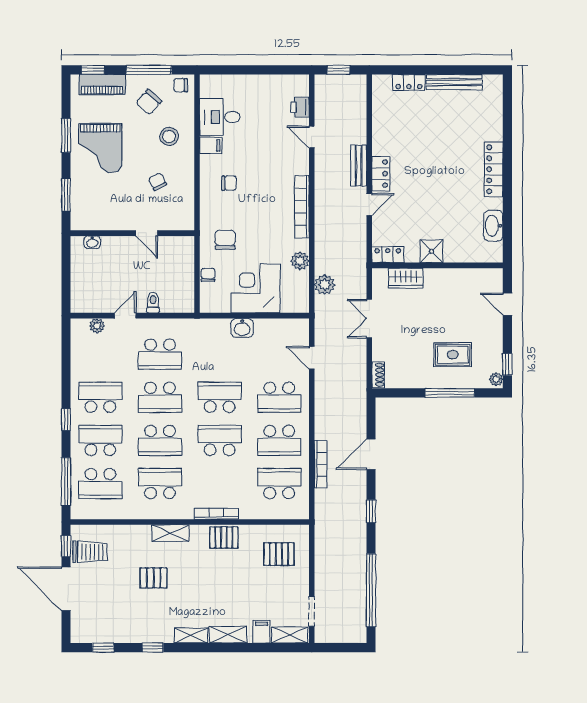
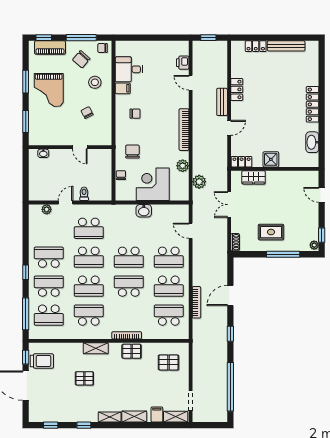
locker: (381, 174) -> (237, 89), moved
rug: (453, 355) -> (271, 232), moved
school desk: (220, 397) -> (129, 257), turned 180

